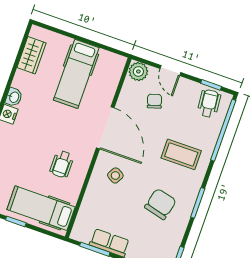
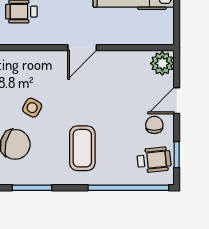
chair: (154, 101) -> (154, 125), moved, turned -73
door: (105, 128) -> (82, 48), width x0.53
side table: (115, 175) -> (32, 108), moved

